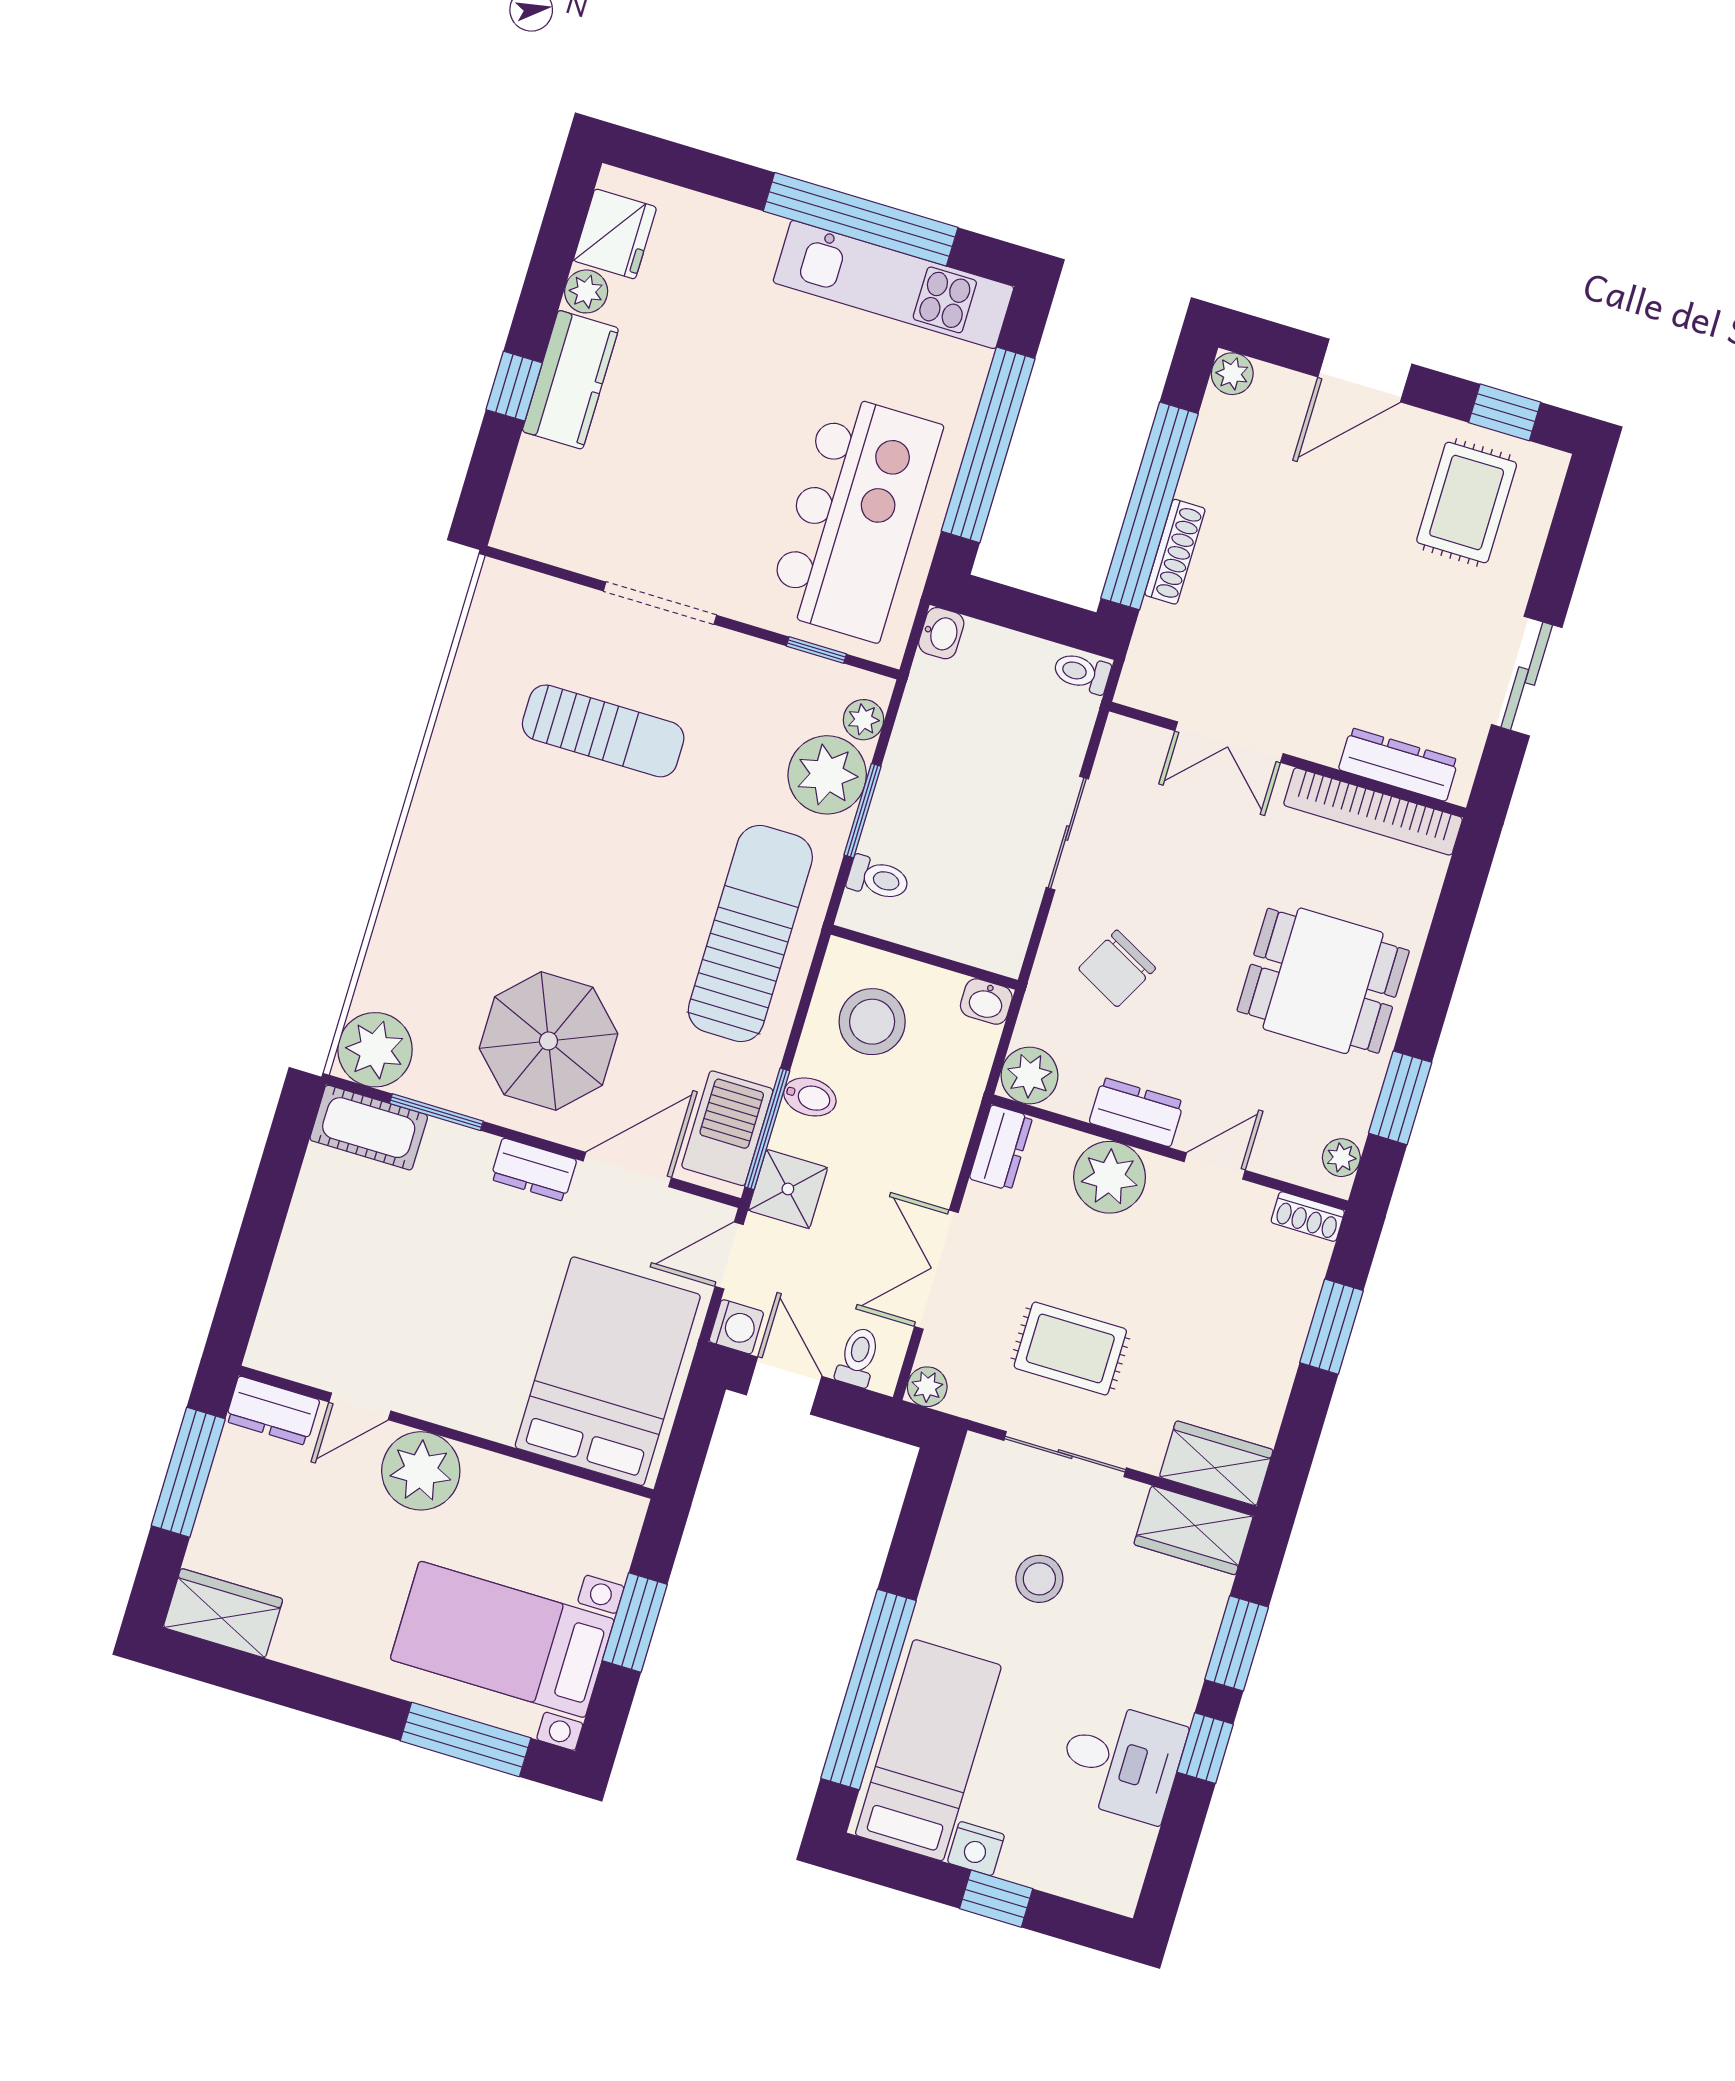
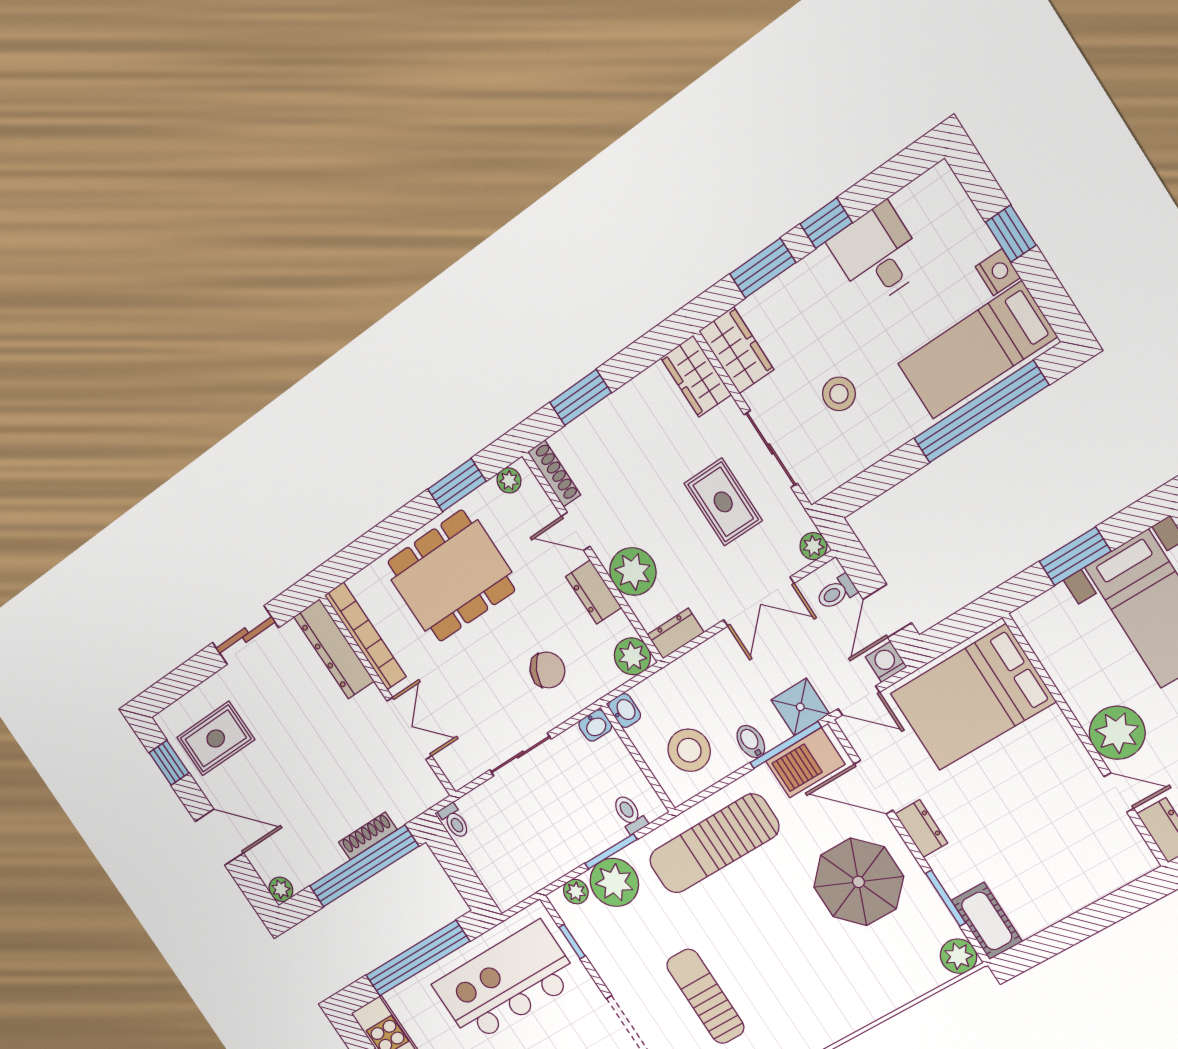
washbasin: (941, 633) -> (595, 725), moved, turned 180
dresser: (1398, 765) -> (334, 649), width x1.37, depth x1.24
dining table: (1323, 981) -> (451, 576), width x1.38
plant: (375, 1050) -> (959, 956), width x0.73, depth x0.73
shoe rack: (1308, 1217) -> (554, 473), width x1.43

